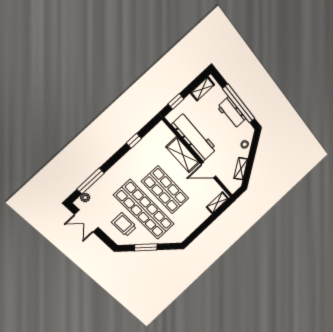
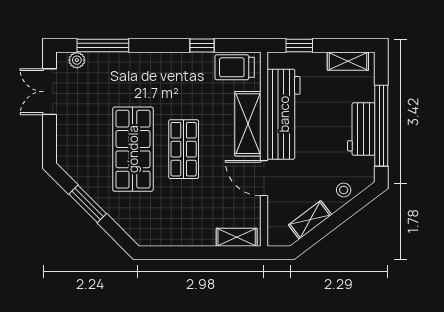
shop shelf: (165, 190) -> (184, 149), width x0.70, depth x0.74
shop shelf: (144, 210) -> (133, 149), width x0.71
trolley: (124, 225) -> (235, 67), moved, turned -90

